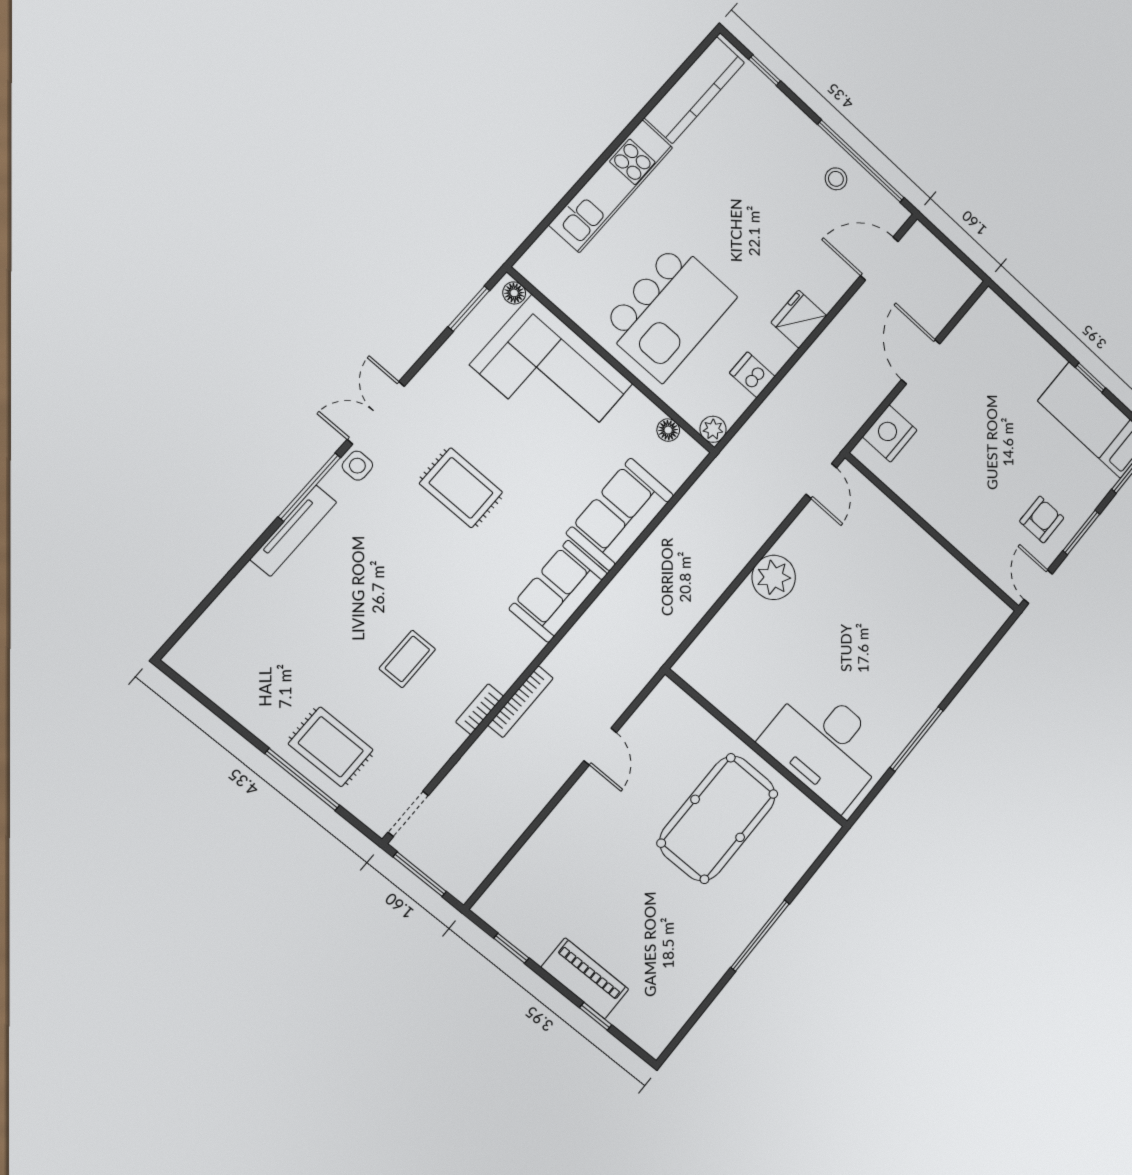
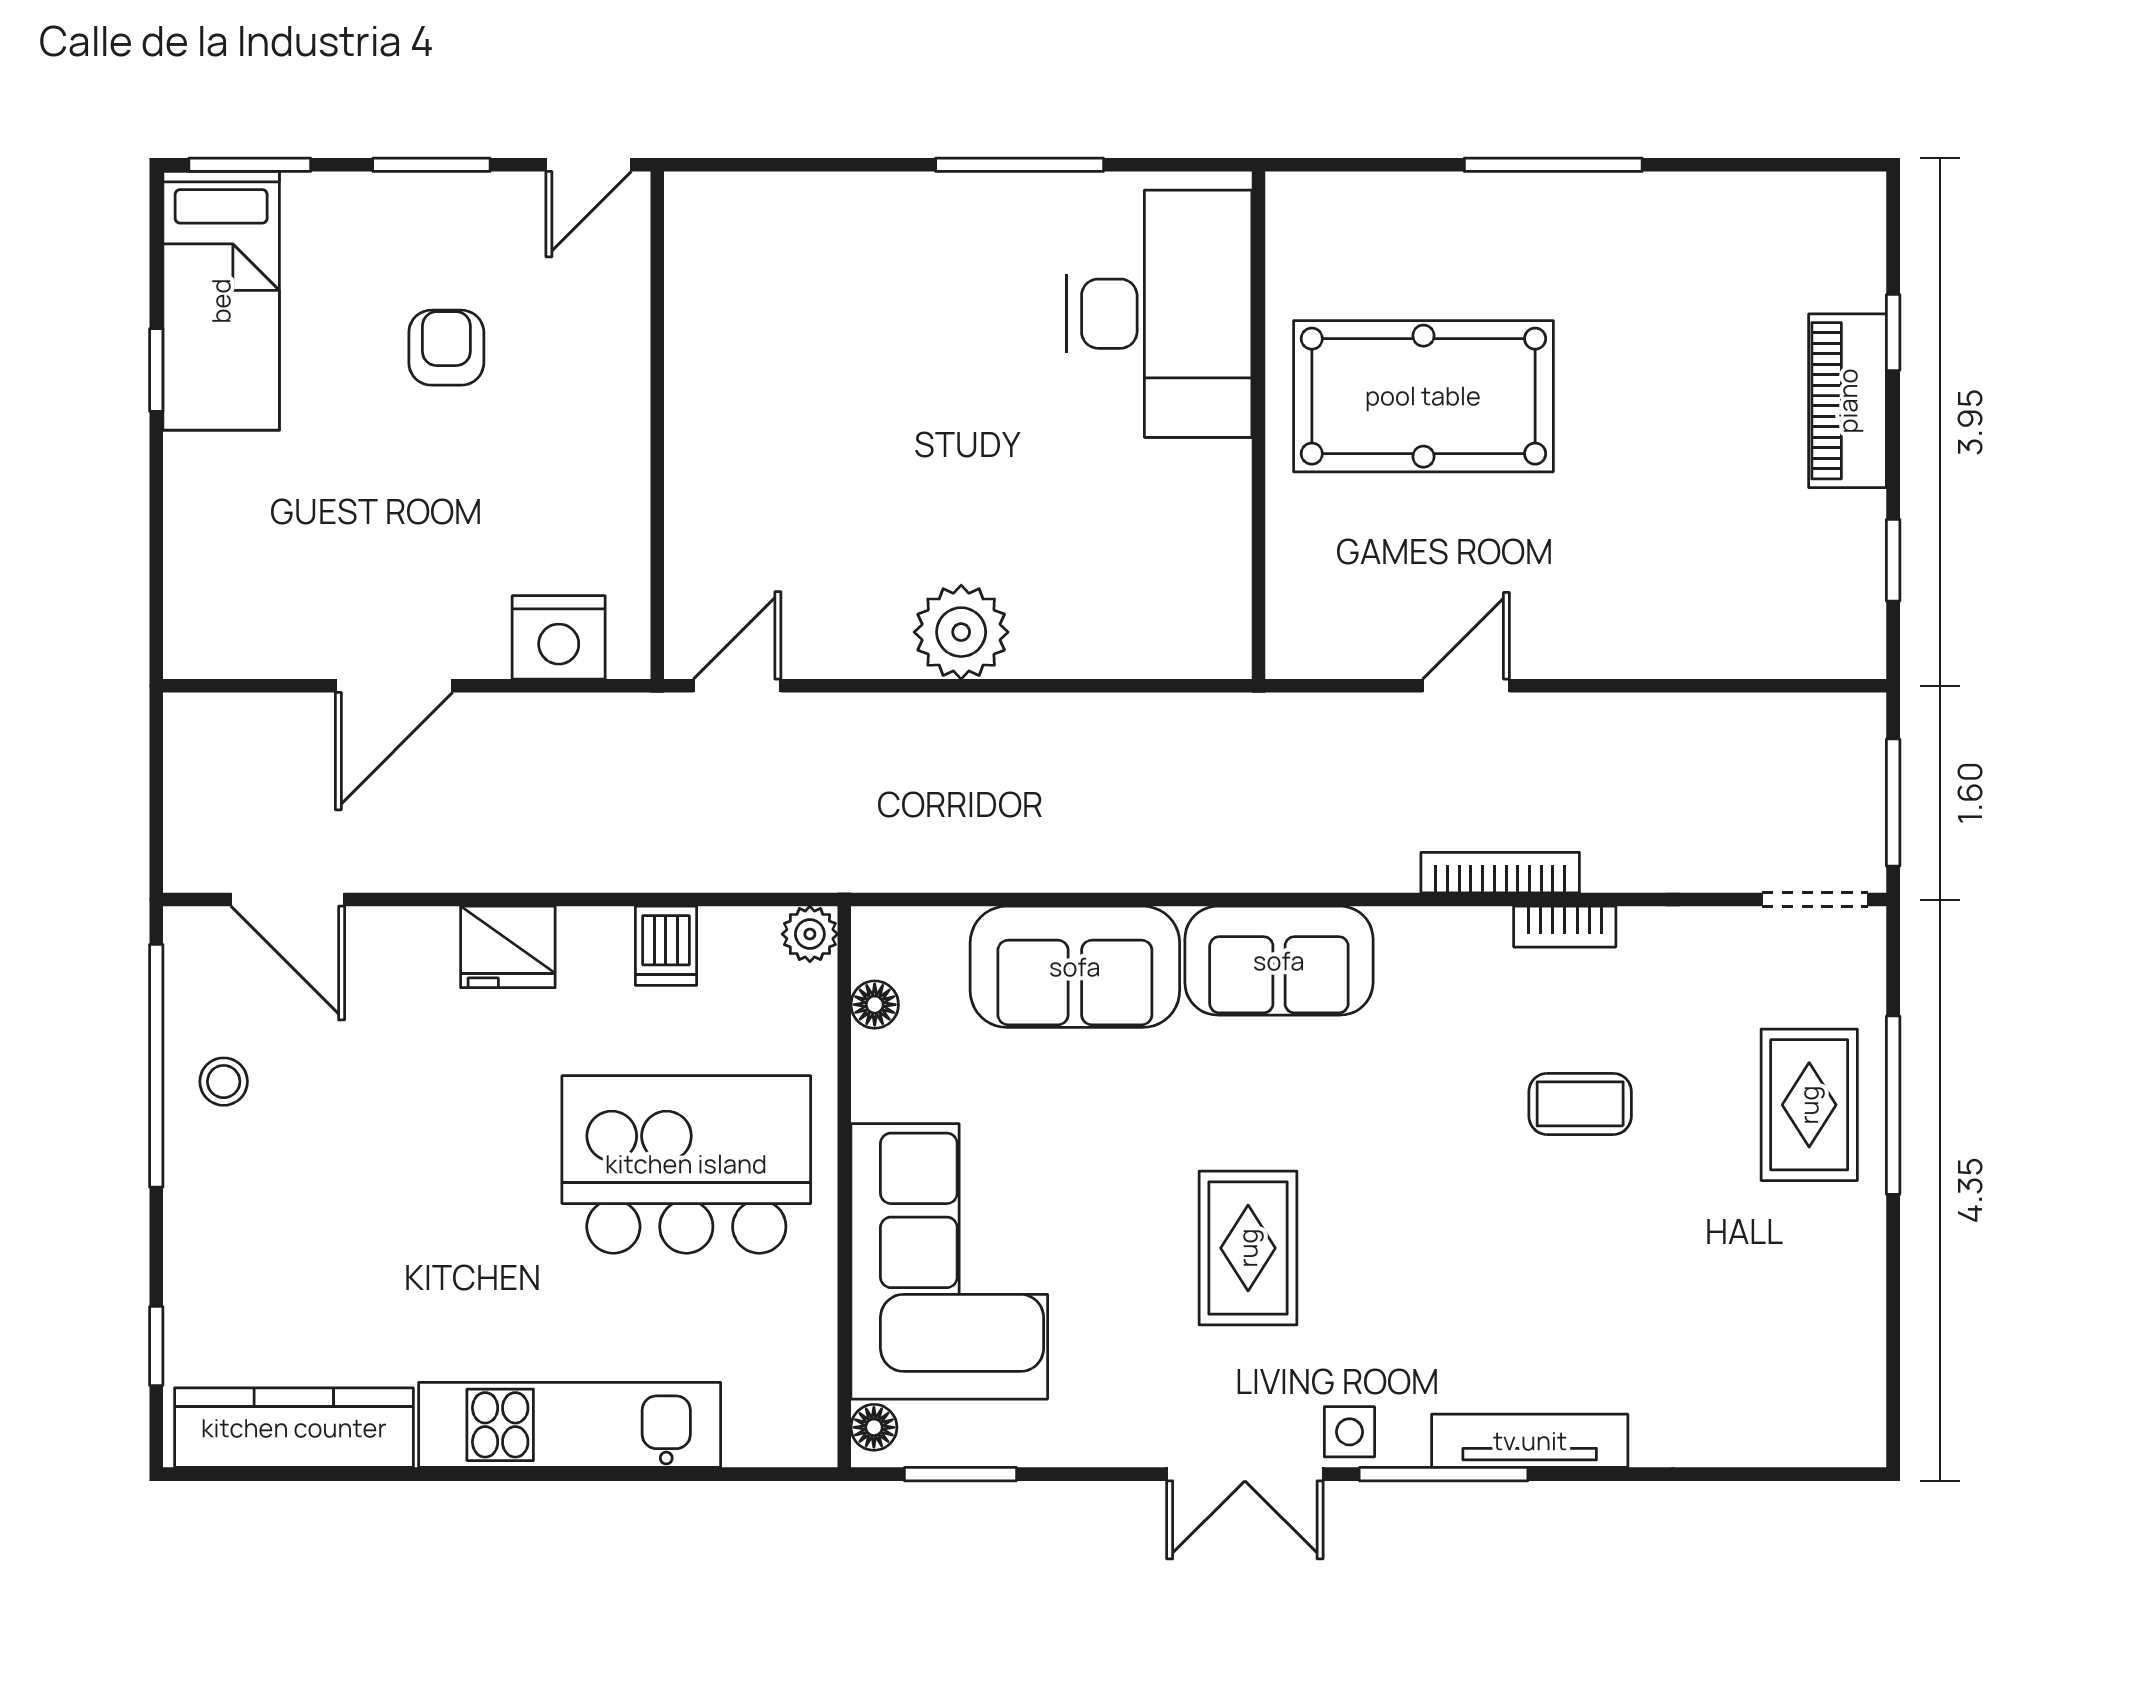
armchair: (1042, 520) -> (446, 348), moved, turned 90

